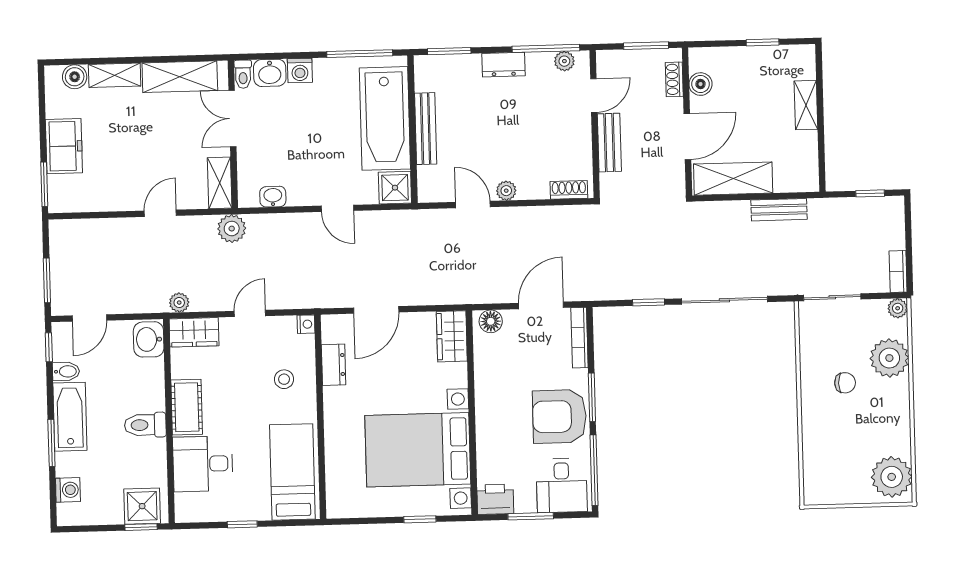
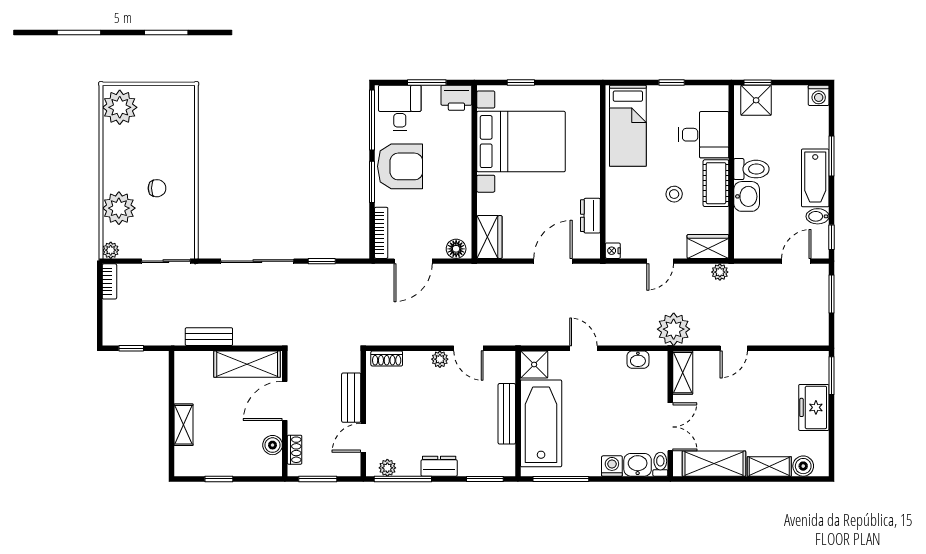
plant: (232, 229) -> (674, 329), width x1.36, depth x1.36
washbasin: (149, 339) -> (747, 196), moved
stool: (284, 379) -> (674, 194), moved
chair: (845, 383) -> (157, 188), turned 180
washing machine: (68, 490) -> (819, 95), moved, turned -90

